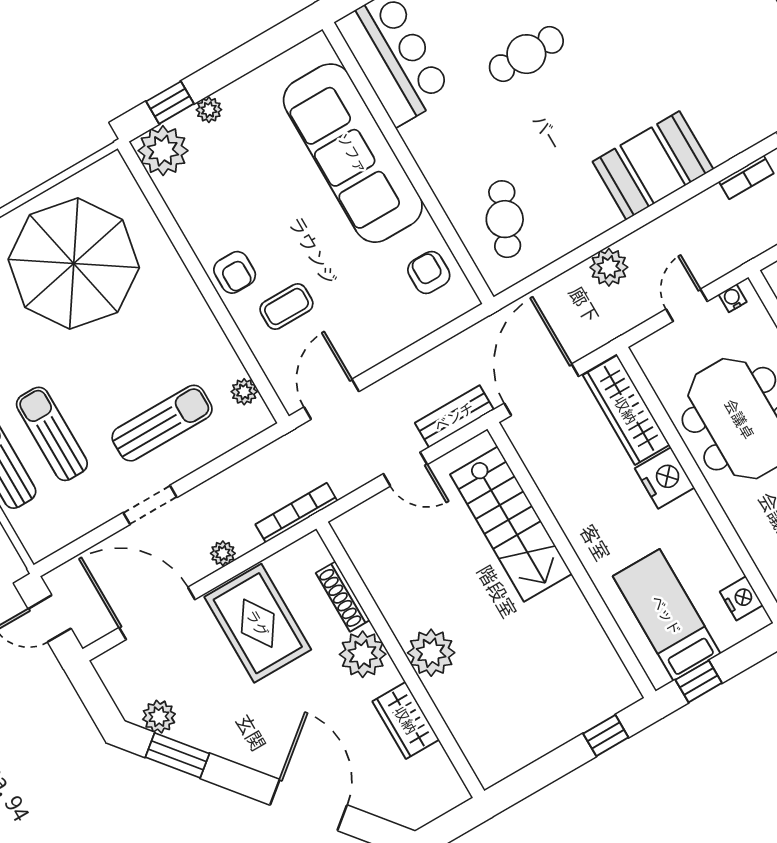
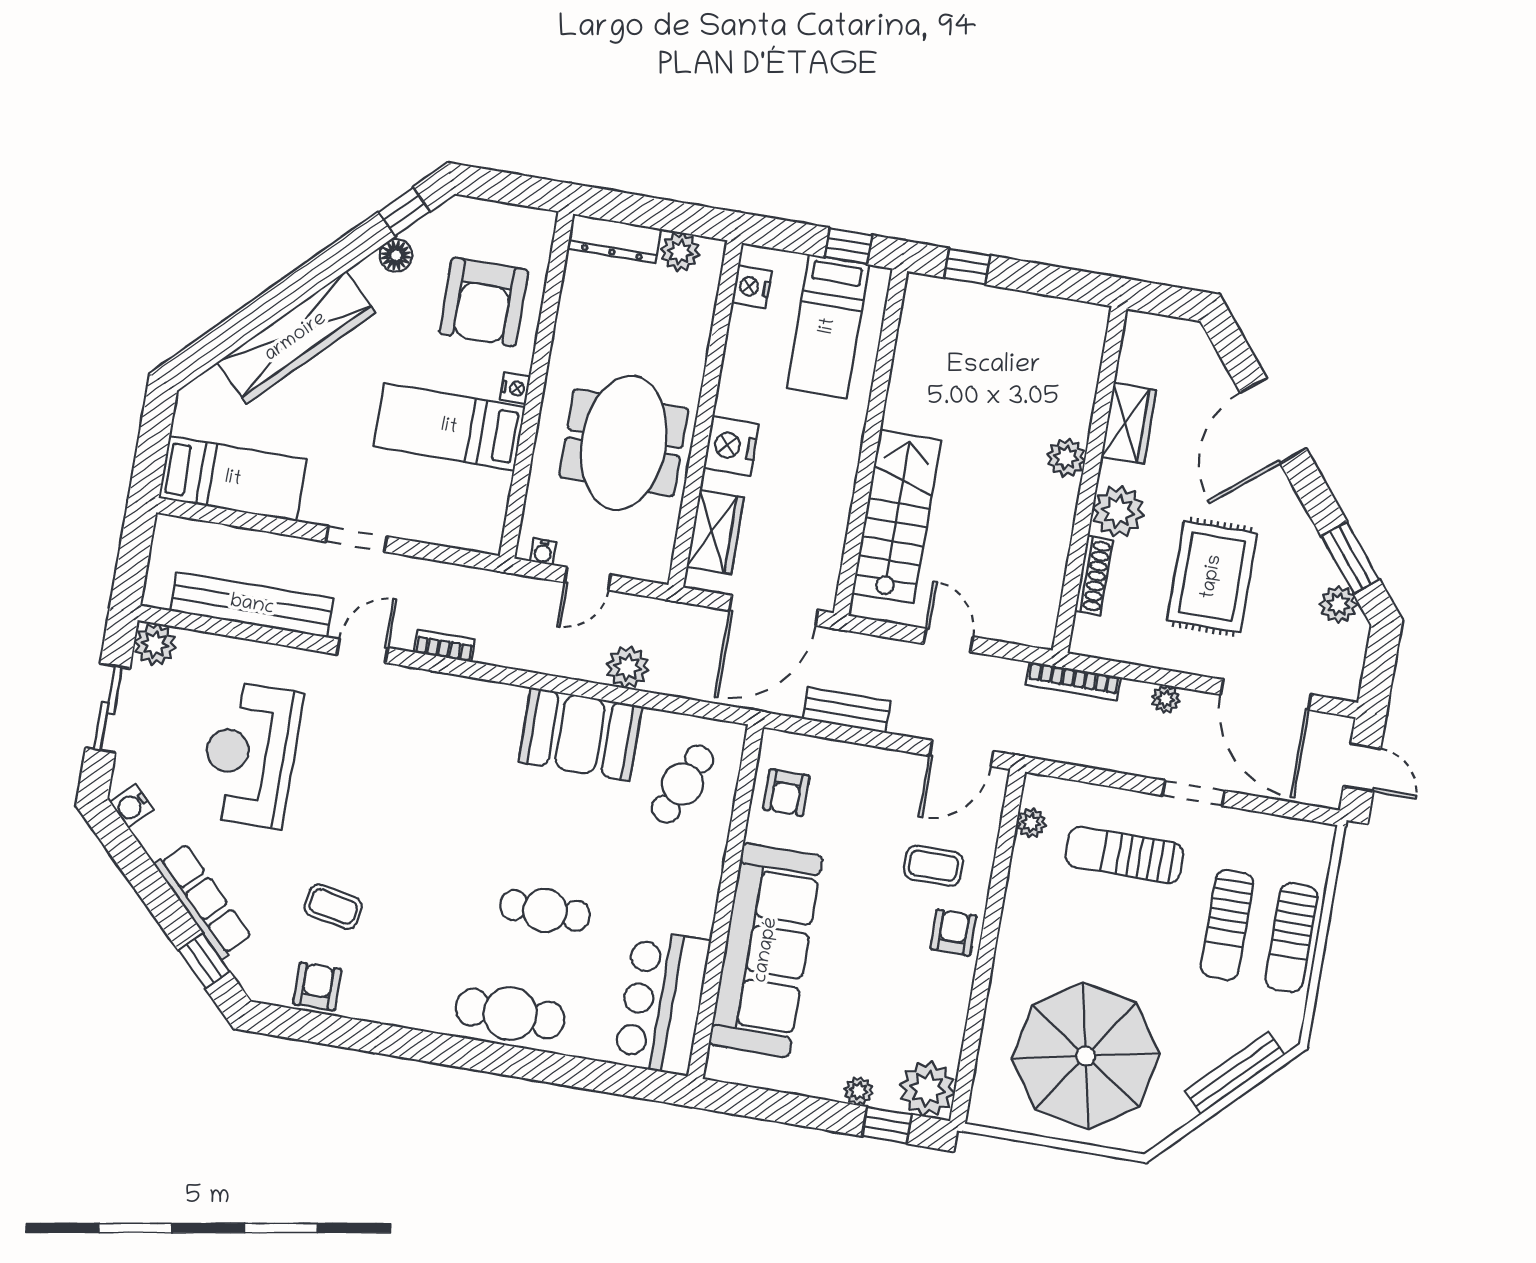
booth: (653, 166) -> (580, 734), moved
wardrobe: (626, 410) -> (715, 532), width x0.67
bench: (454, 416) -> (847, 710), moved
rug: (258, 623) -> (1212, 577), moved
plant: (431, 653) -> (1066, 458), width x0.73, depth x0.73

